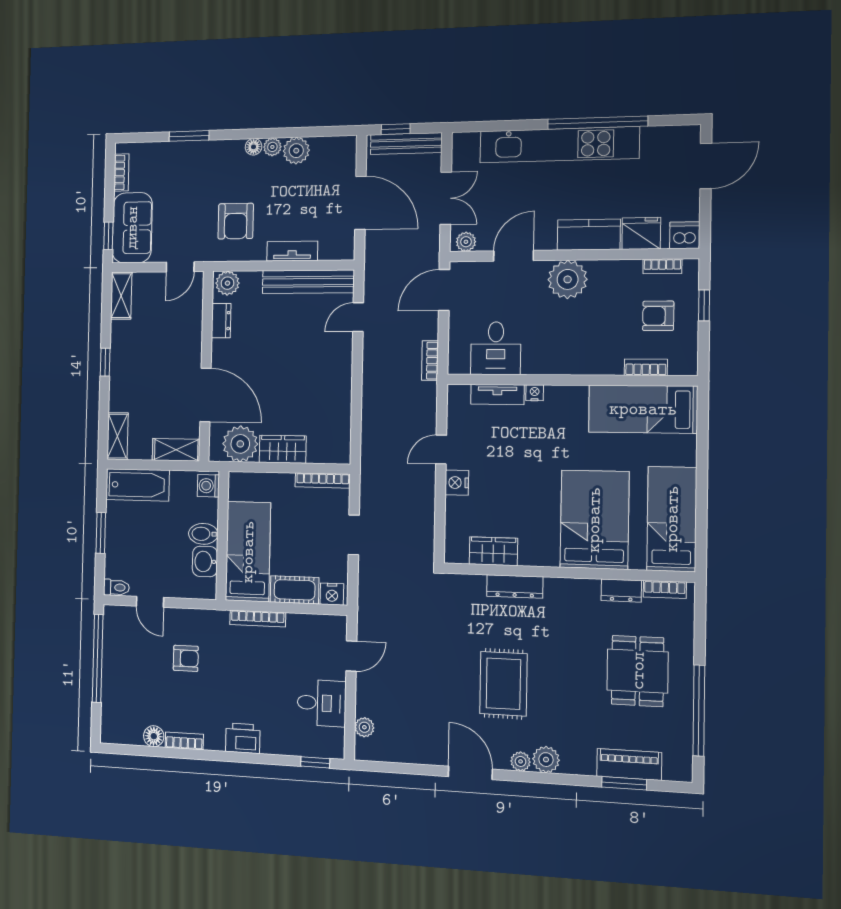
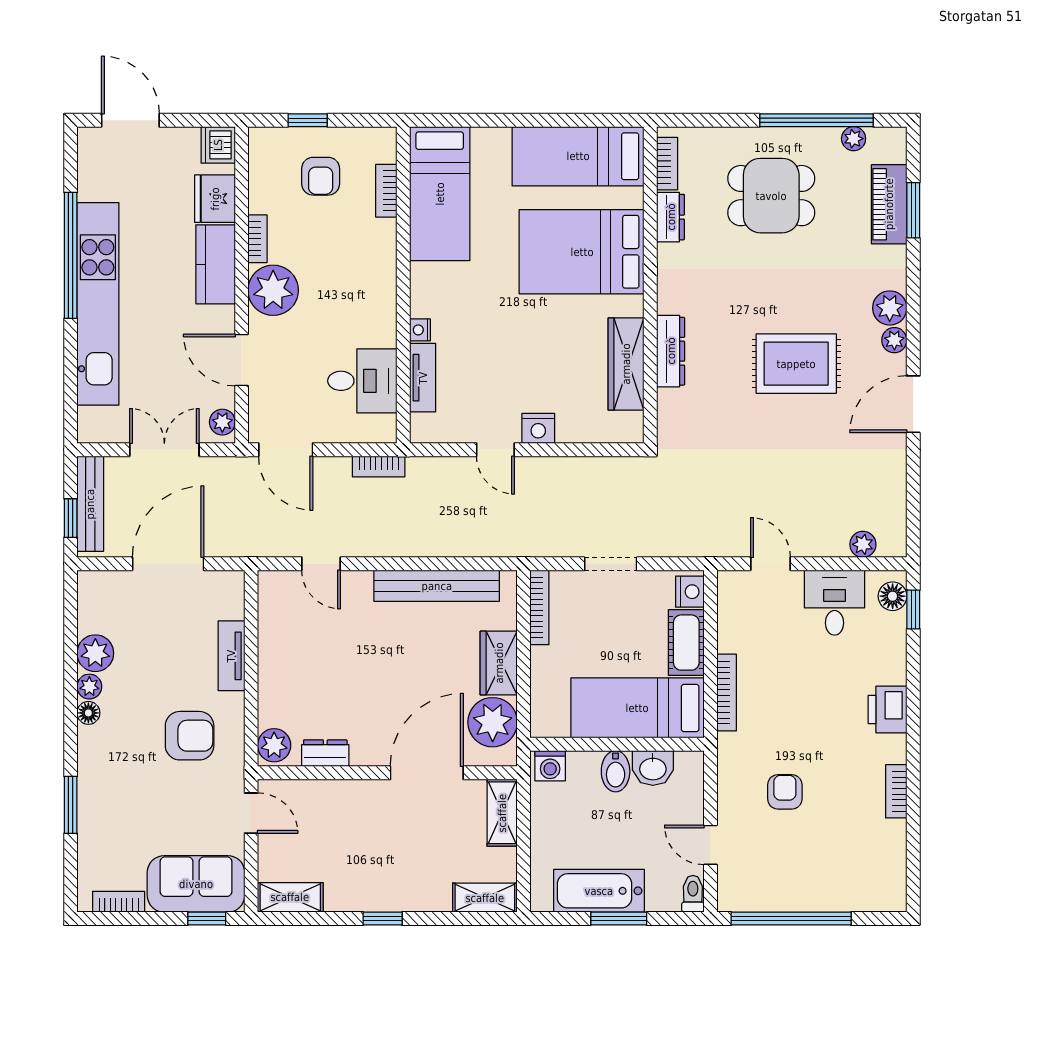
bookcase: (662, 266) -> (257, 239), moved
bench: (308, 282) -> (437, 586), moved, turned 90
bathtub: (138, 485) -> (599, 891), moved, turned -90
wardrobe: (493, 551) -> (626, 364), width x1.50
door: (150, 602) -> (710, 845), swing flipped
floor lamp: (154, 736) -> (893, 596), moved
plant: (683, 739) -> (854, 139), added

